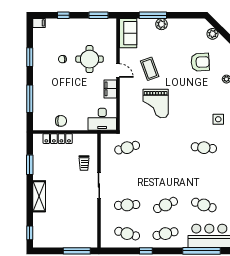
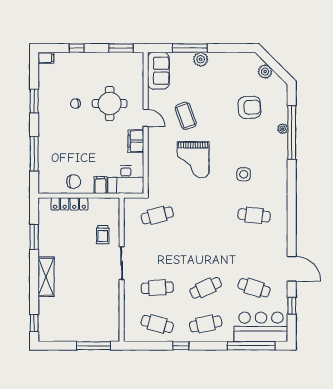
side table: (218, 119) -> (244, 174), moved
filing cabinet: (82, 124) -> (100, 185), added

